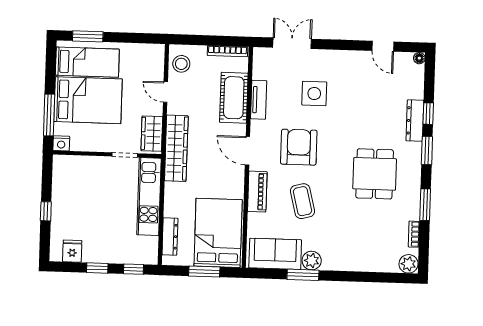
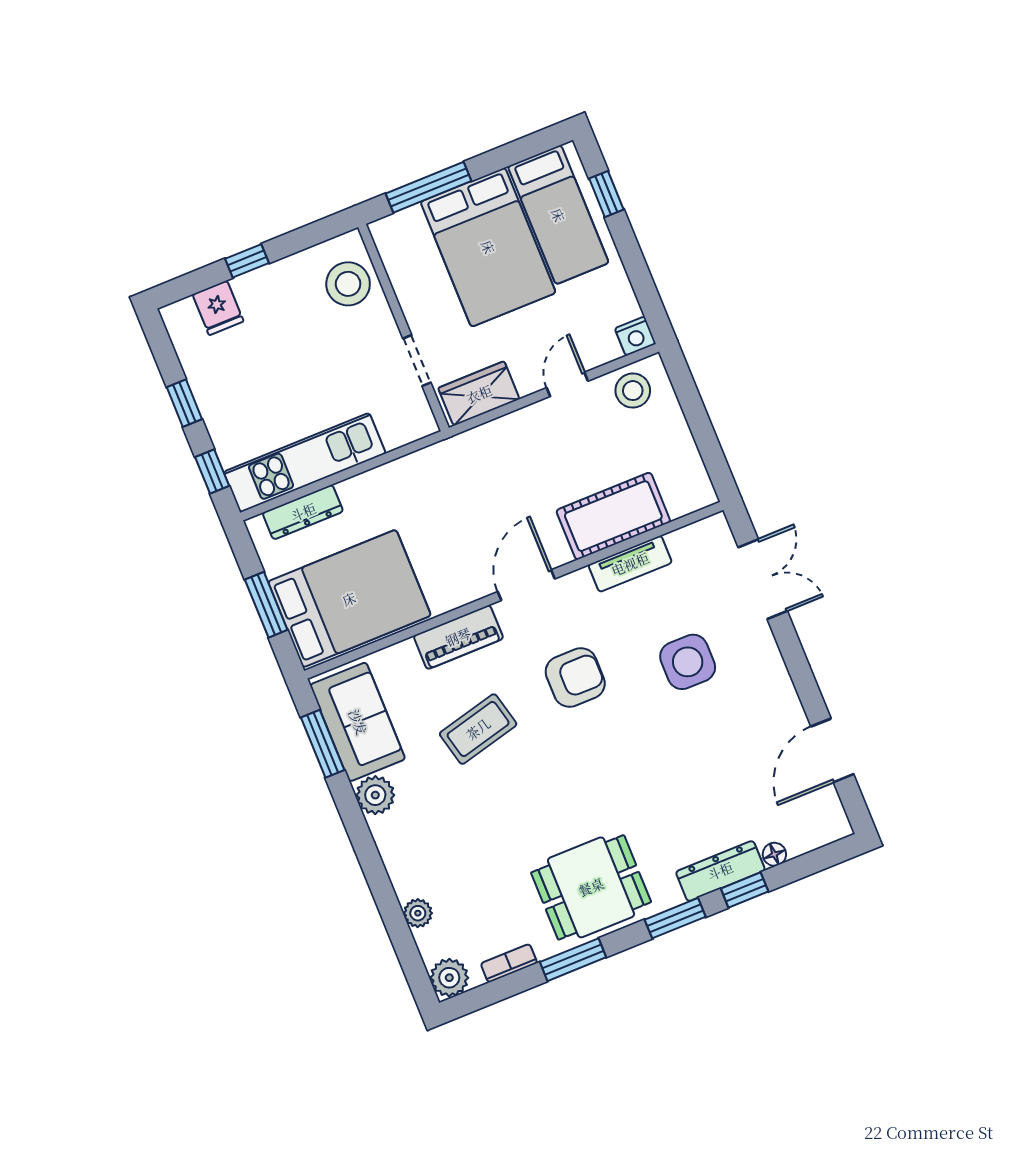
window: (88, 36) -> (606, 194), width x0.67
door: (383, 46) -> (832, 750), width x1.38
bookcase: (227, 51) -> (694, 466), removed
floor lamp: (419, 58) -> (774, 854), moved
nightstand: (61, 143) -> (635, 336), moved, turned -90
armchair: (299, 147) -> (575, 677), width x0.73, depth x0.73
wardrobe: (176, 148) -> (472, 451), removed
stool: (76, 170) -> (348, 284), added
dining table: (375, 174) -> (591, 887), moved
kitchen unit: (149, 197) -> (305, 463), moved
fridge: (72, 251) -> (218, 308), moved, turned 90
plant: (373, 265) -> (418, 913), added
window: (303, 275) -> (323, 744), moved

